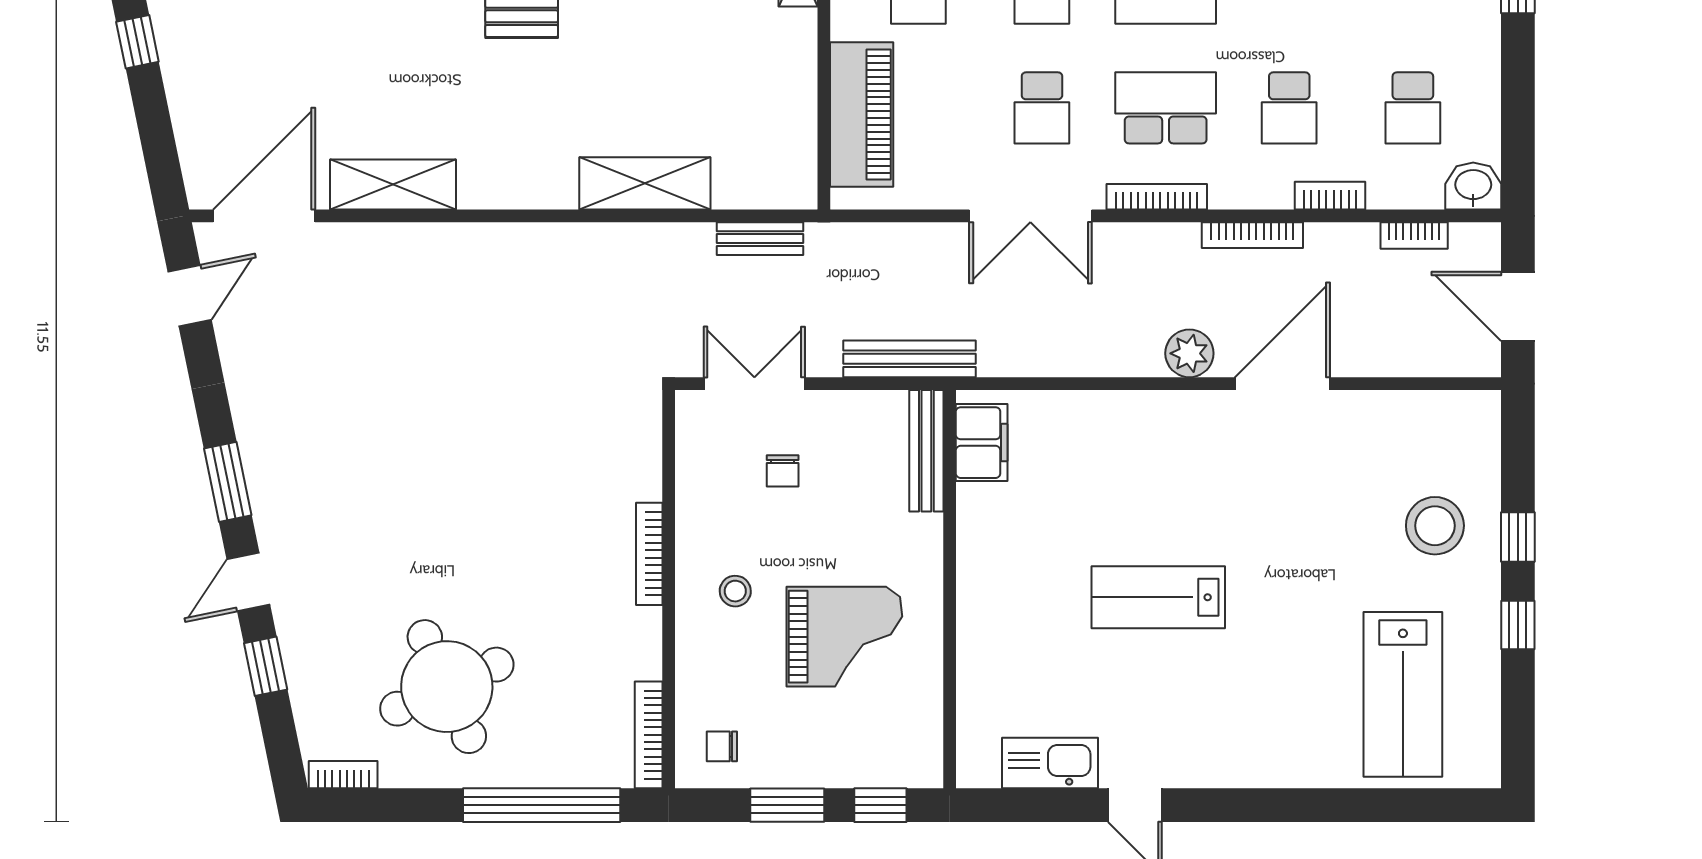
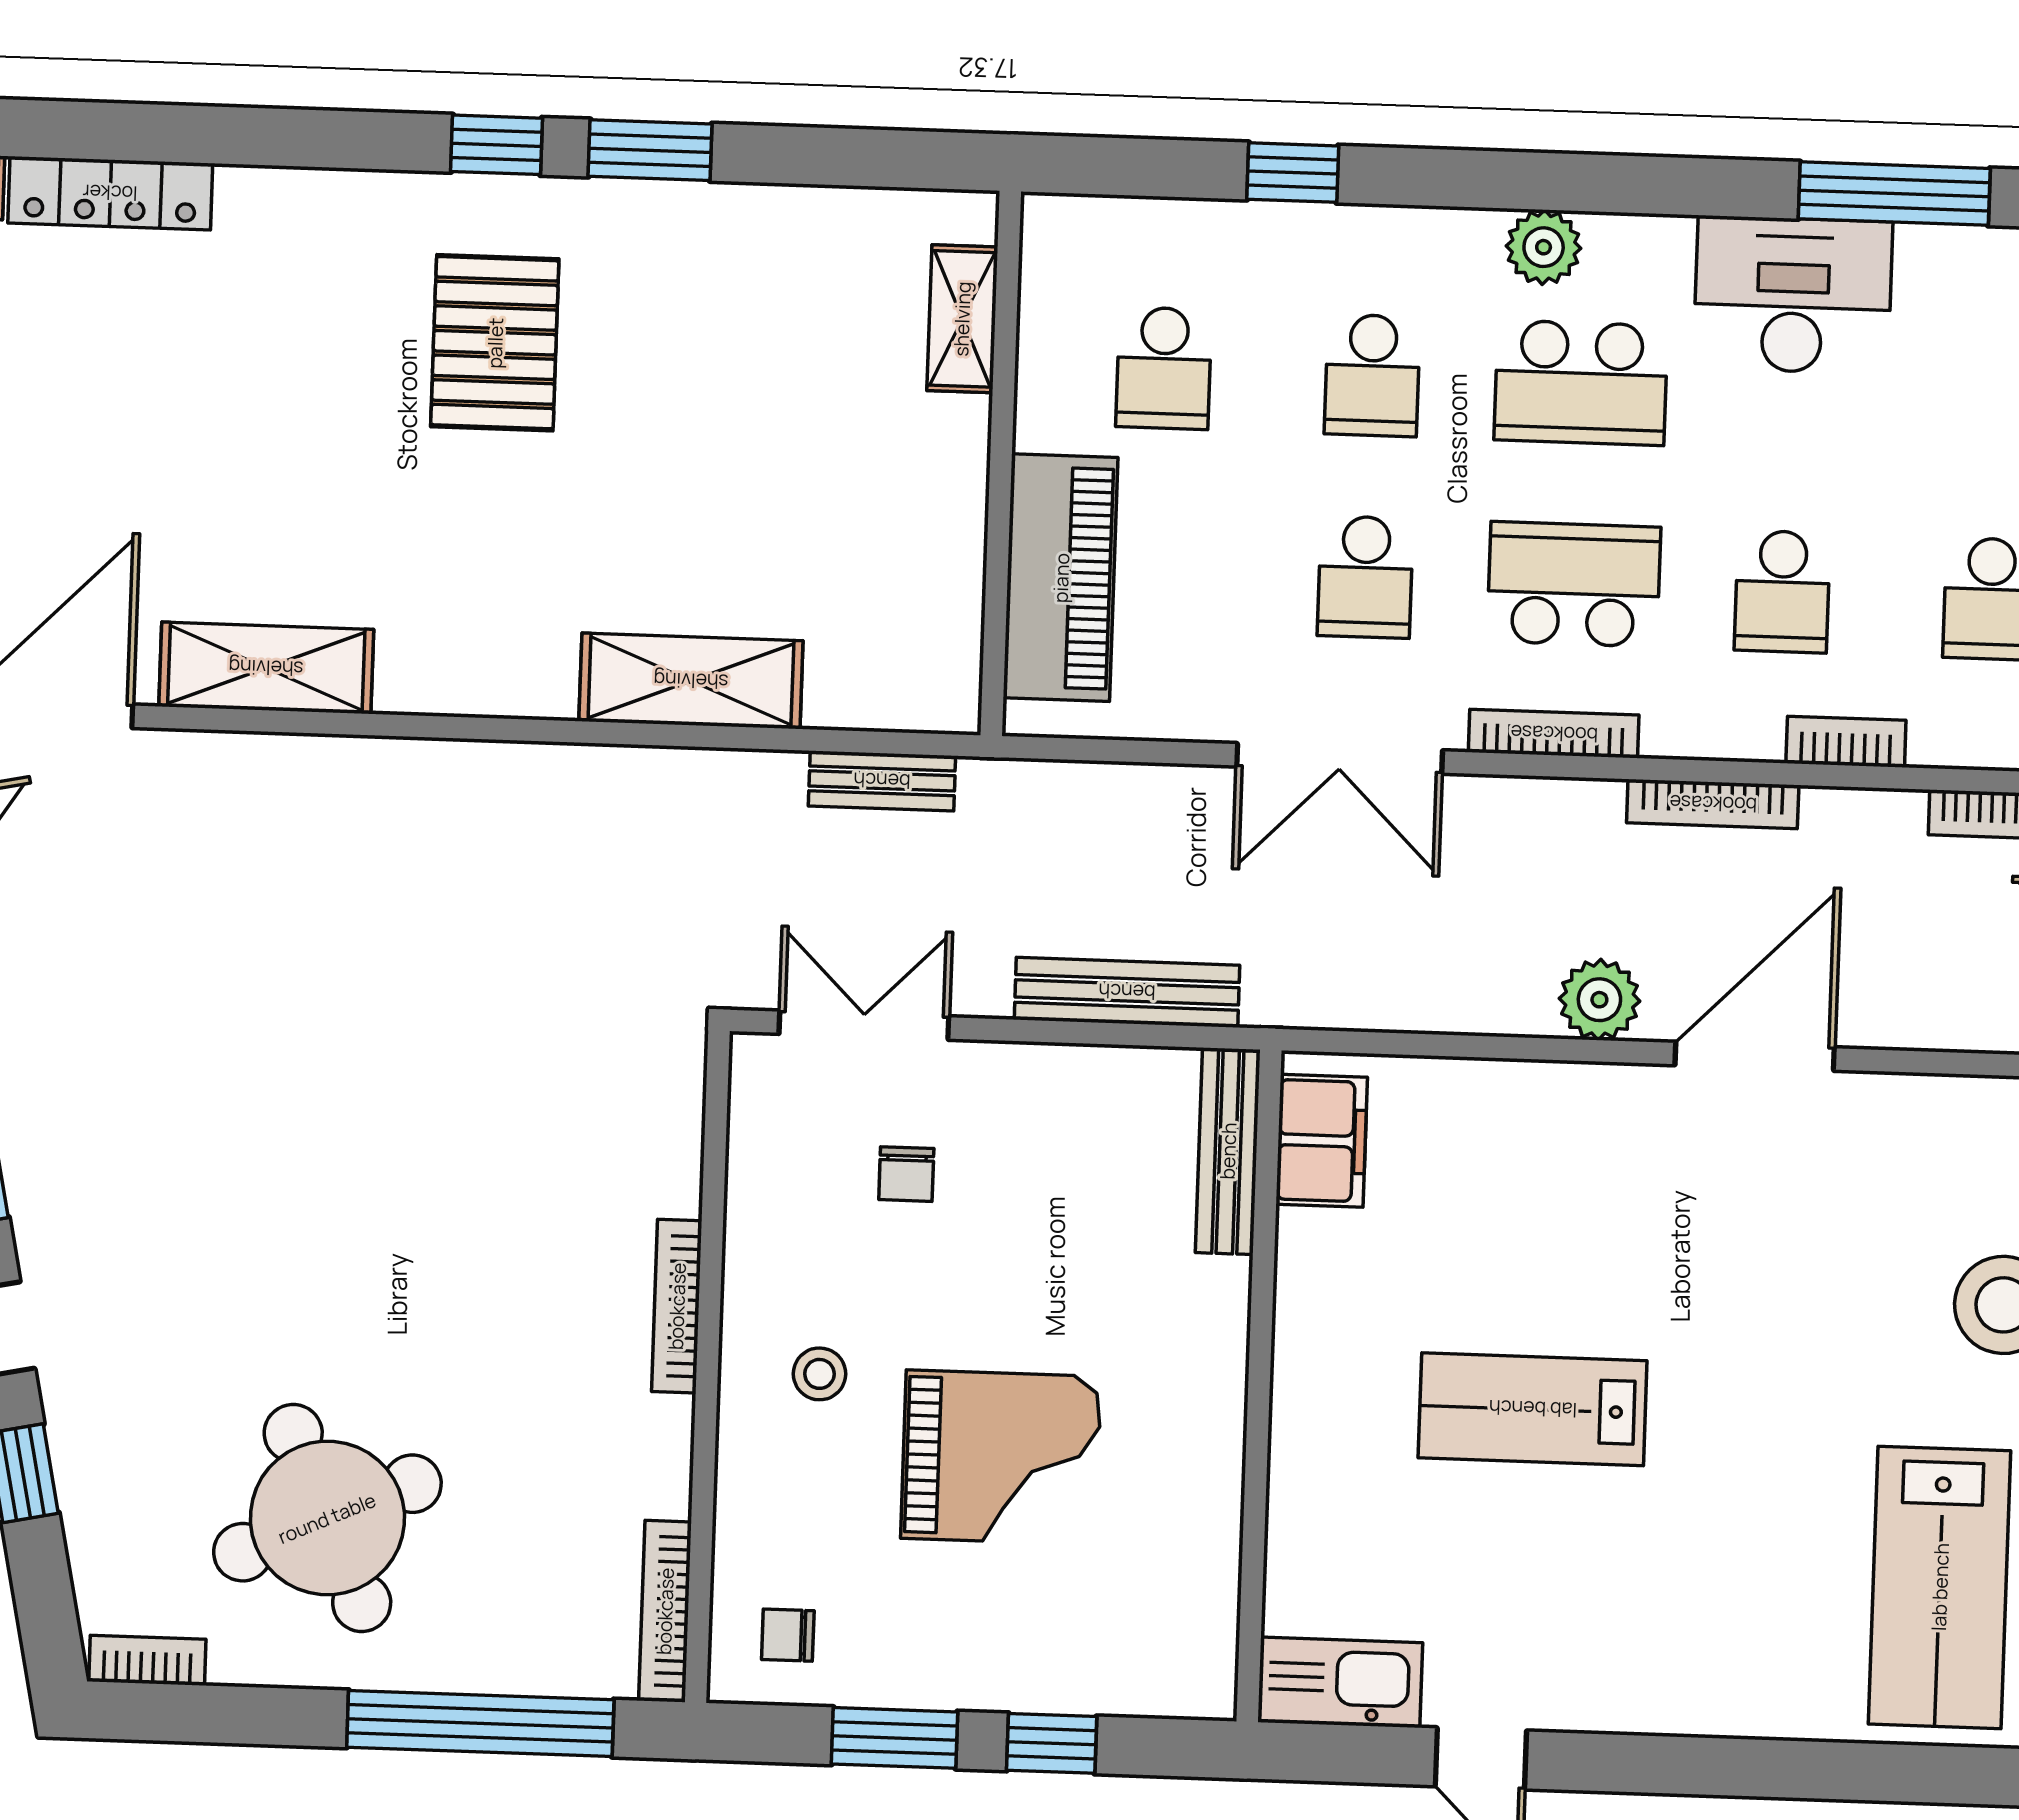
filing cabinet: (982, 443) -> (1322, 1141), moved
bench: (926, 451) -> (1228, 1151), moved
wall: (950, 589) -> (1259, 1386), moved

